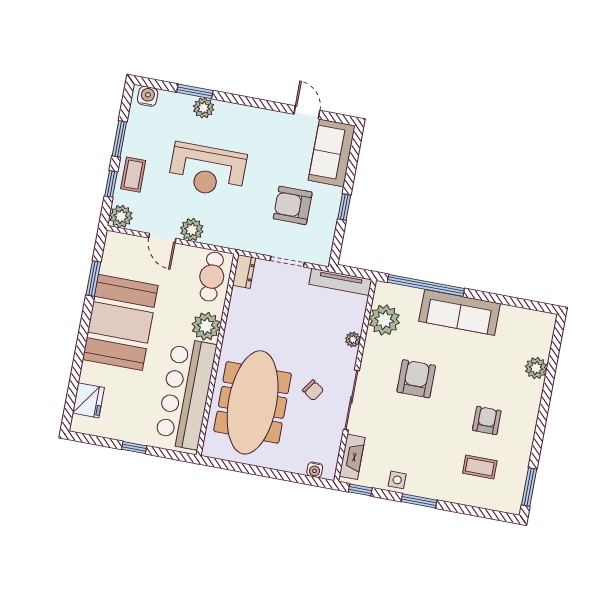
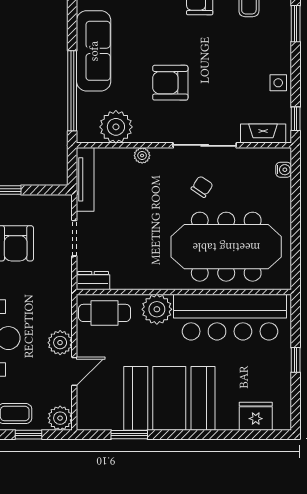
window: (419, 501) -> (296, 24), moved

